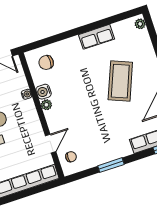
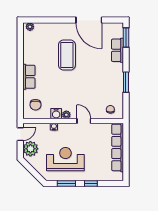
row of seats: (96, 37) -> (29, 77), moved
coffee table: (120, 81) -> (67, 55), turned 68
door: (51, 144) -> (84, 121), moved

